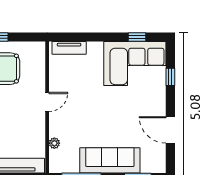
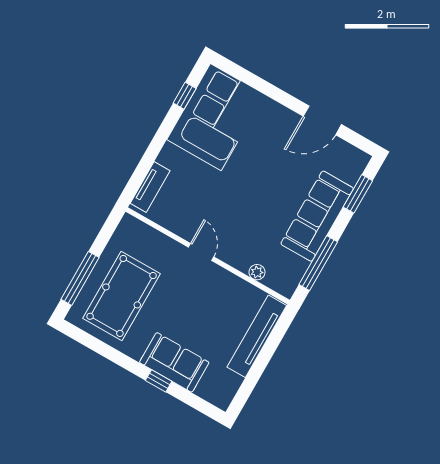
window: (170, 77) -> (257, 83), removed

